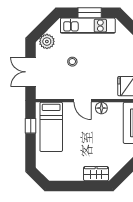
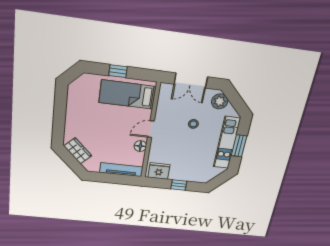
double door: (31, 72) -> (191, 81), swing flipped
window: (31, 126) -> (118, 71), moved
wardrobe: (96, 174) -> (78, 151), moved, turned -45

